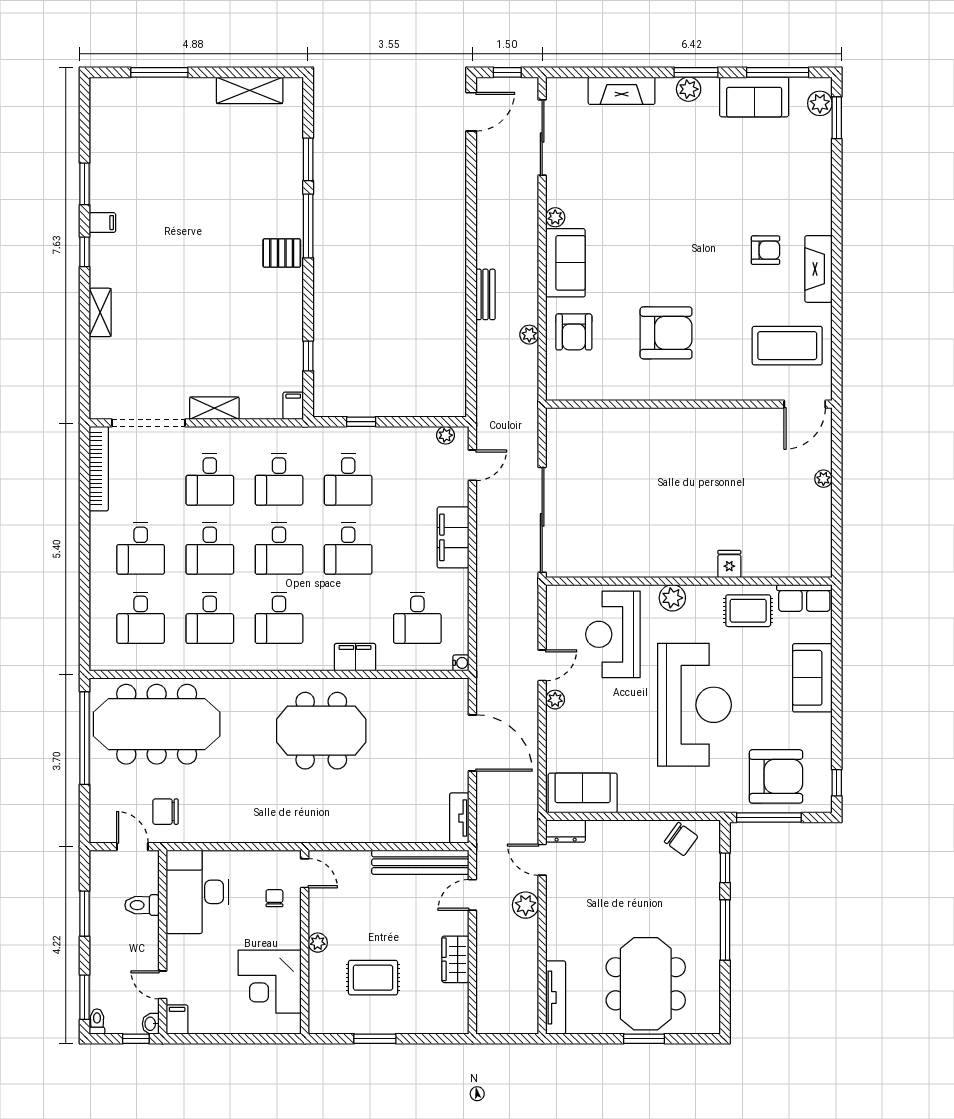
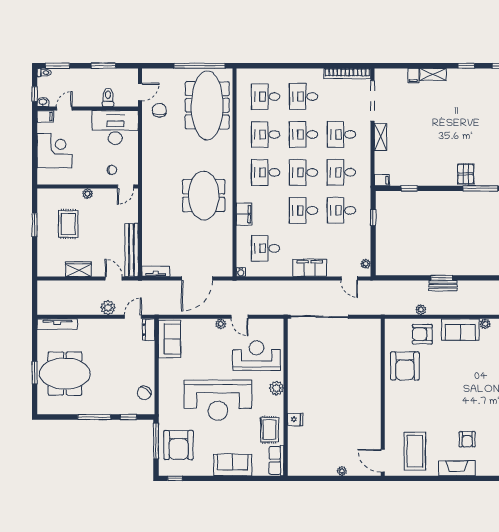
filing cabinet: (102, 223) -> (413, 76), moved
window: (471, 296) -> (442, 278), added
armchair: (666, 333) -> (405, 366), moved
corner desk: (270, 982) -> (54, 151), moved, turned 90

